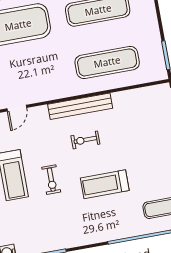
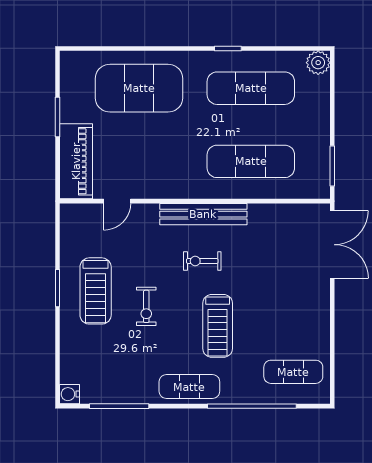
treadmill: (105, 184) -> (218, 326), turned -90
exercise mat: (92, 231) -> (189, 387), added

